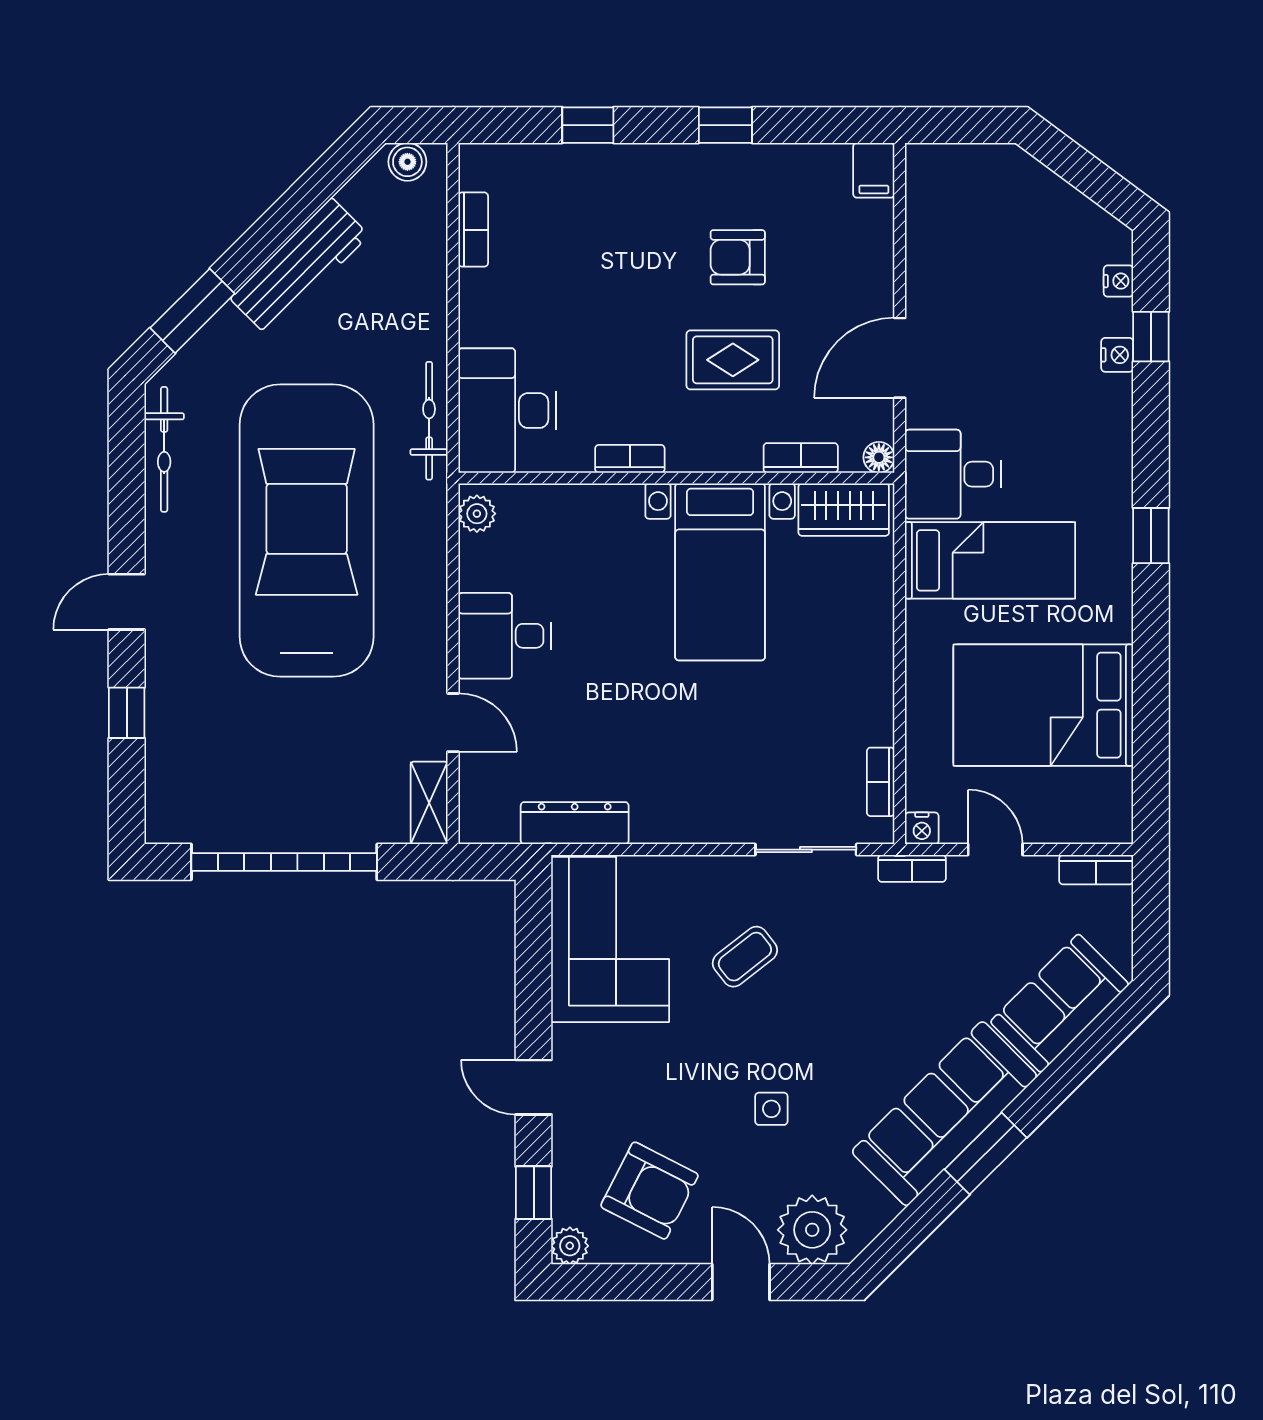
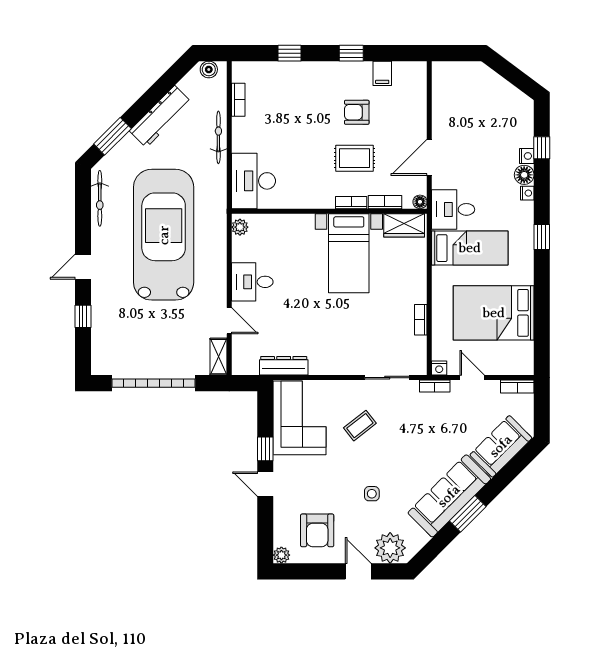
filing cabinet: (874, 170) -> (382, 73), moved
nightstand: (1118, 281) -> (527, 193), moved
floor lamp: (1112, 397) -> (524, 175), added
bicycle: (429, 421) -> (218, 137), moved
bookcase: (630, 459) -> (351, 203), moved
bookcase: (881, 782) -> (421, 320), moved
armchair: (649, 1191) -> (317, 530), turned 63
window: (534, 1193) -> (265, 449), moved

